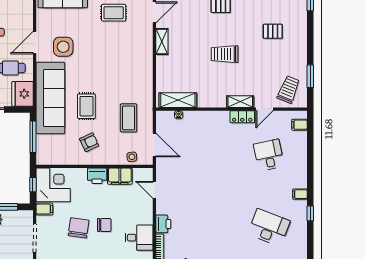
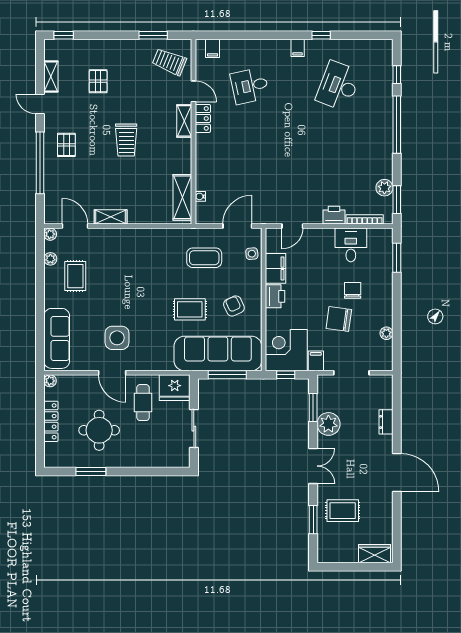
sofa: (50, 98) -> (218, 353), moved
chair: (104, 225) -> (353, 290), moved

